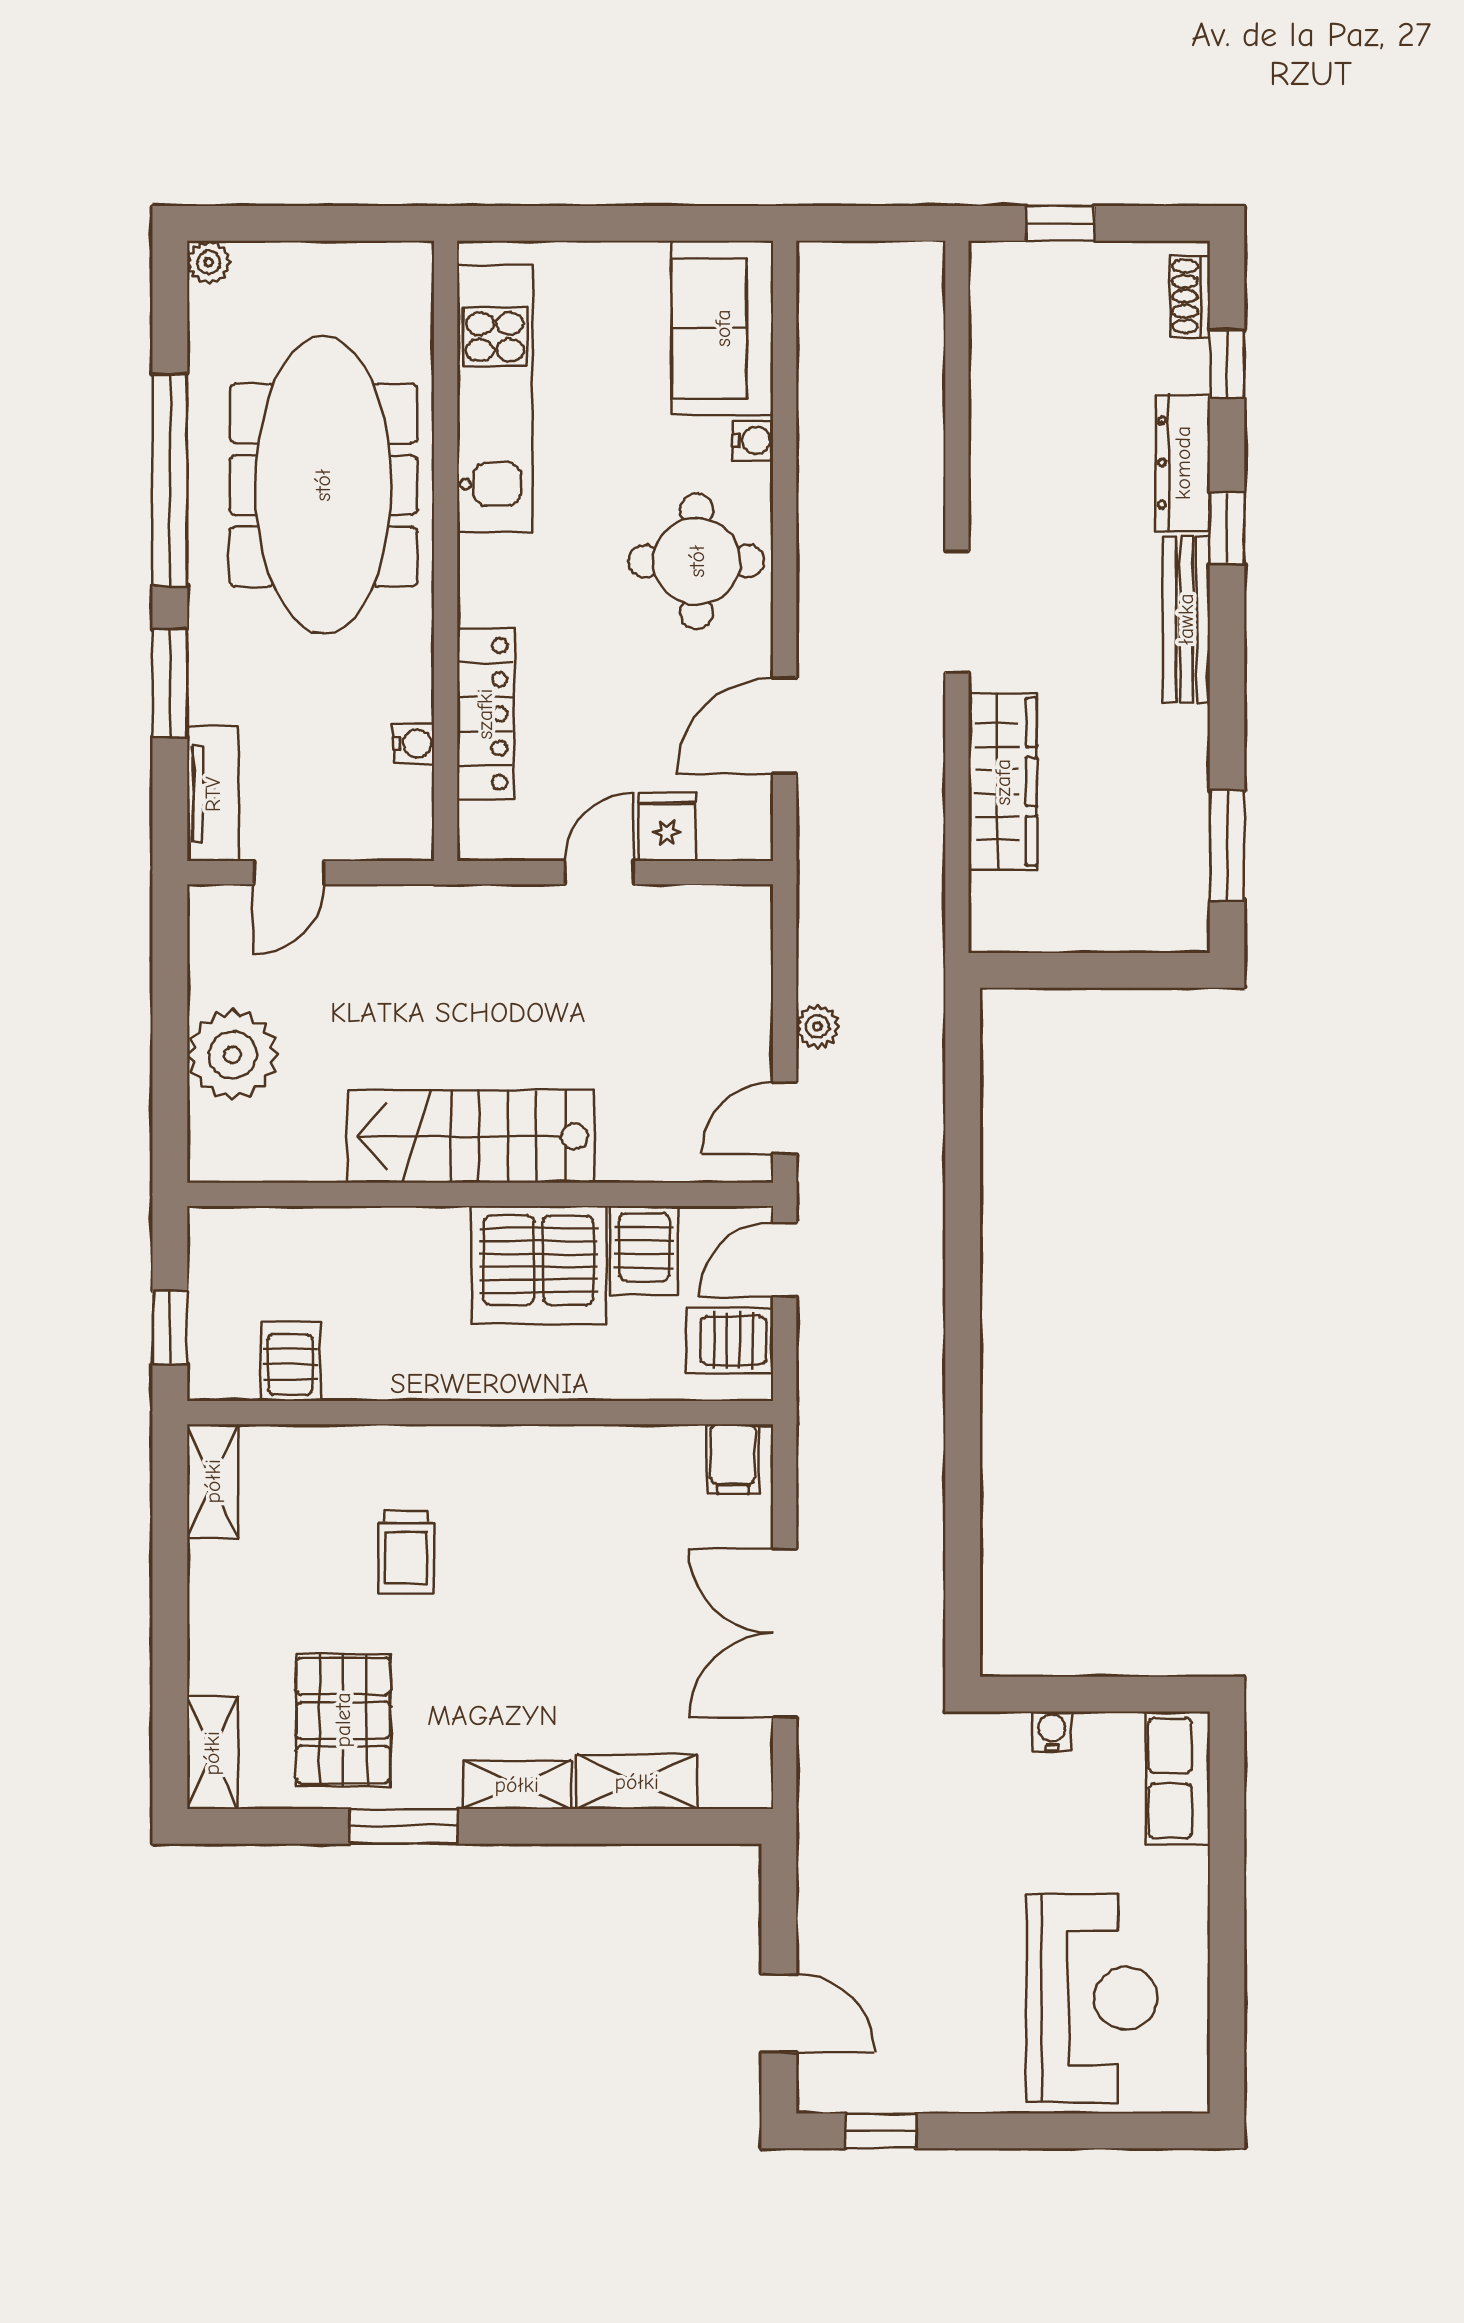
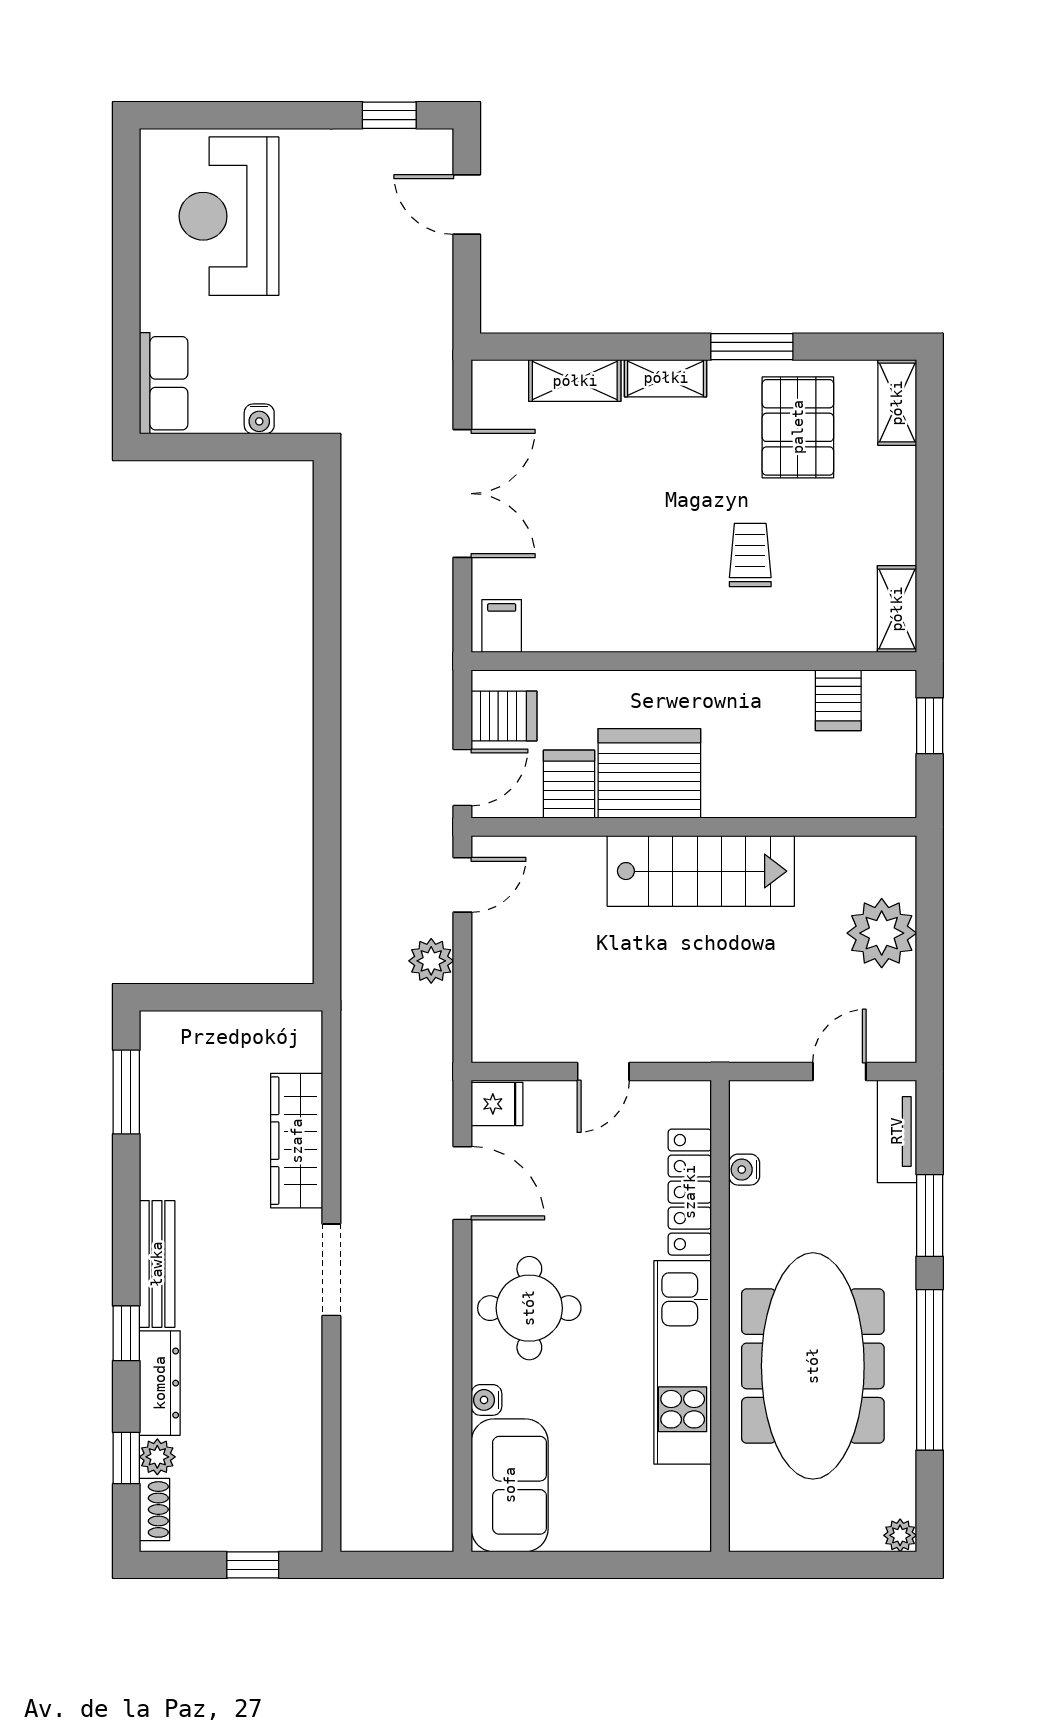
plant: (1186, 366) -> (157, 1457), added
kitchen unit: (495, 398) -> (683, 1362), moved
door: (785, 726) -> (462, 1183), hinge flipped
fridge: (667, 827) -> (497, 1104), moved, turned -90
plant: (818, 1026) -> (431, 961), width x1.38, depth x1.38

